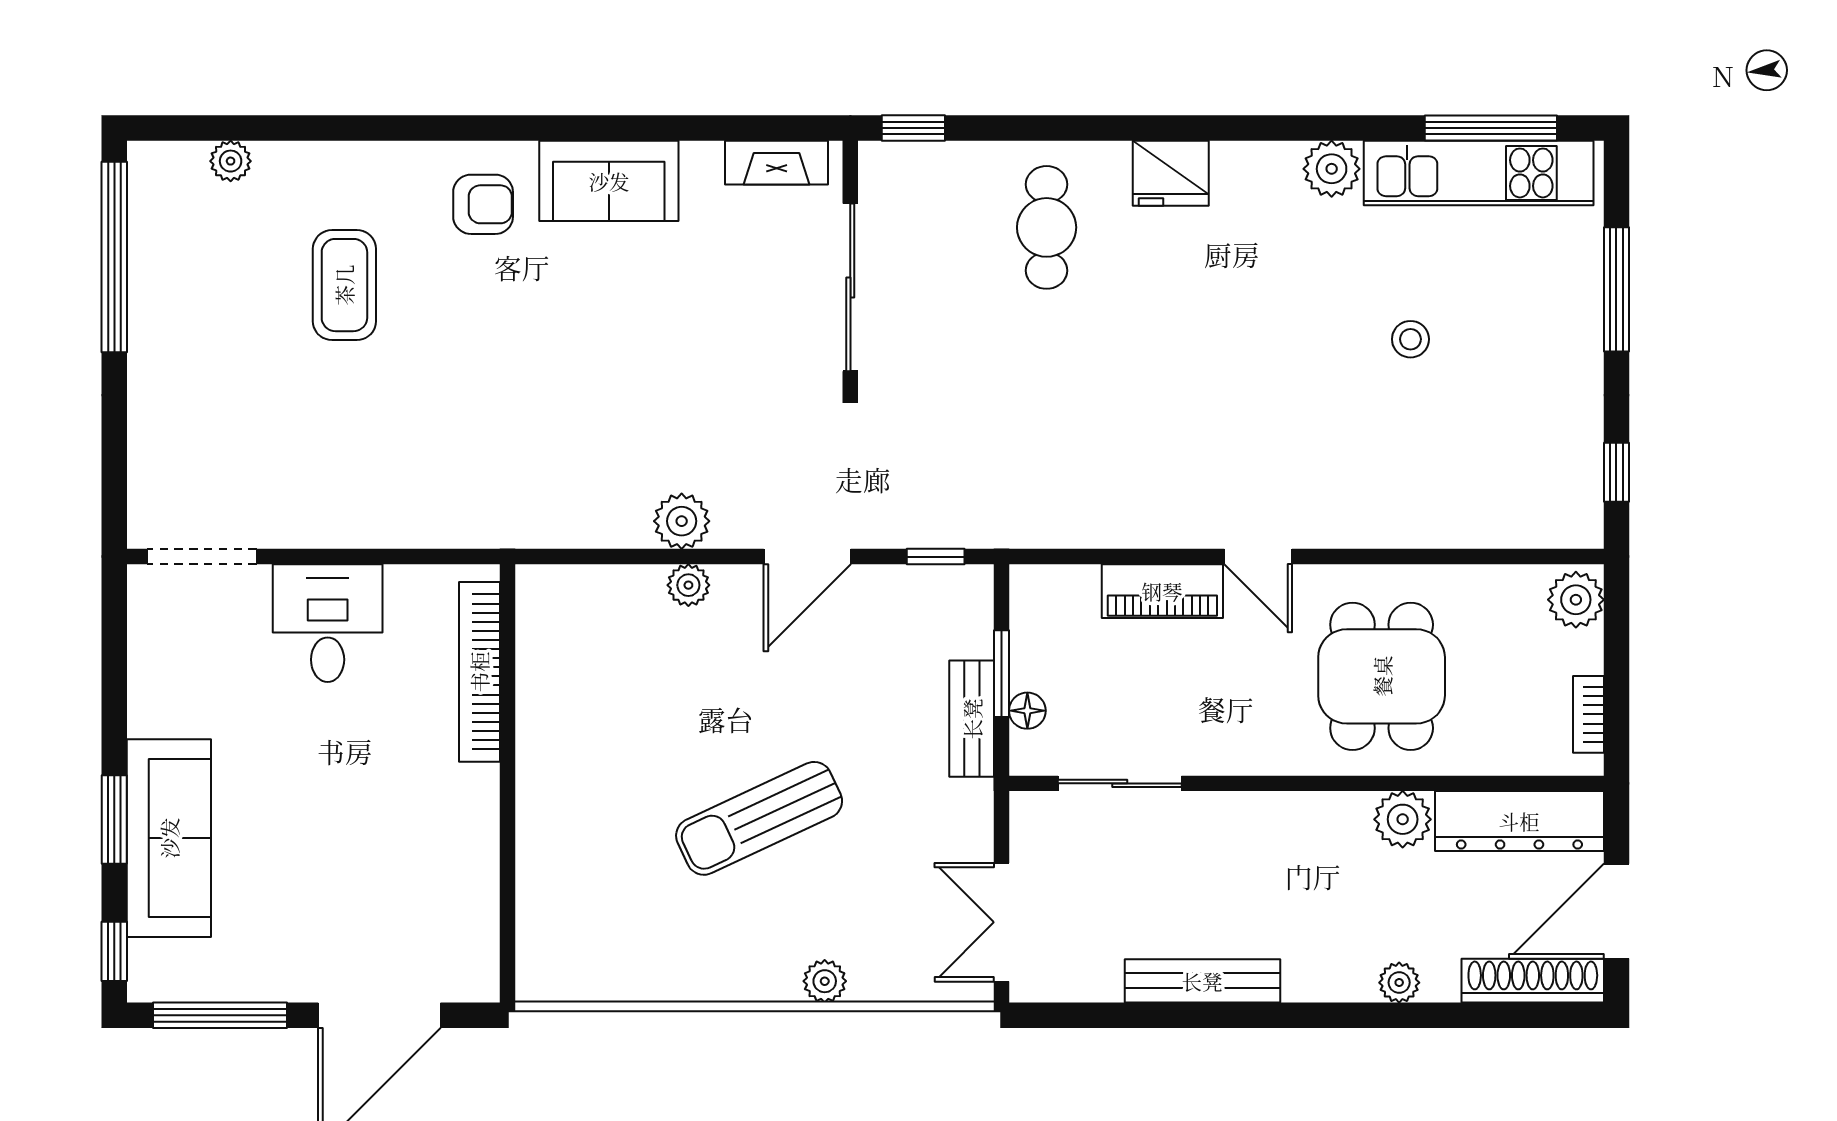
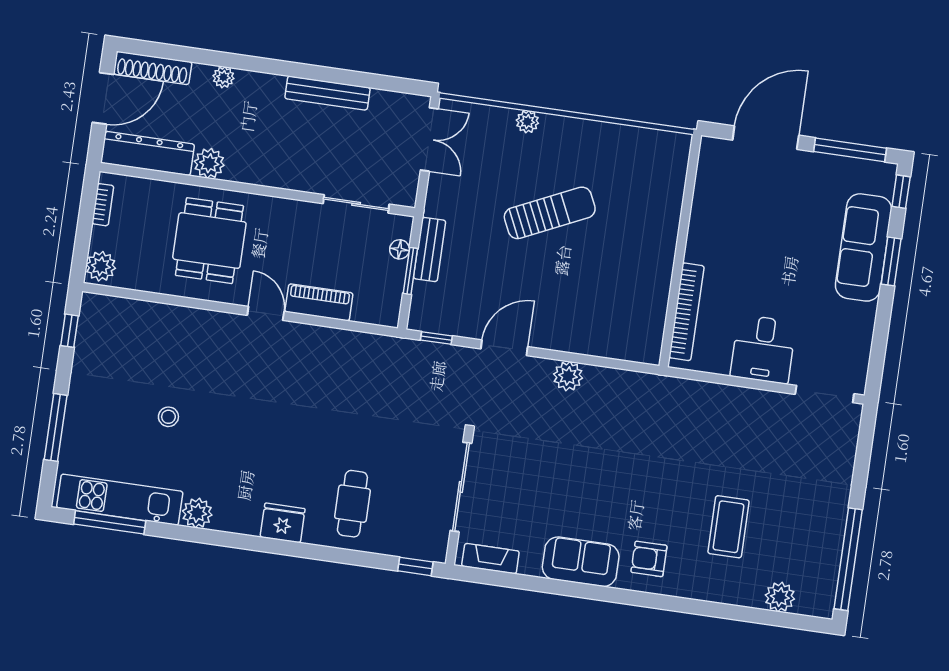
plant: (231, 161) -> (780, 597), width x1.38, depth x1.38
plant: (688, 585) -> (569, 342), removed

